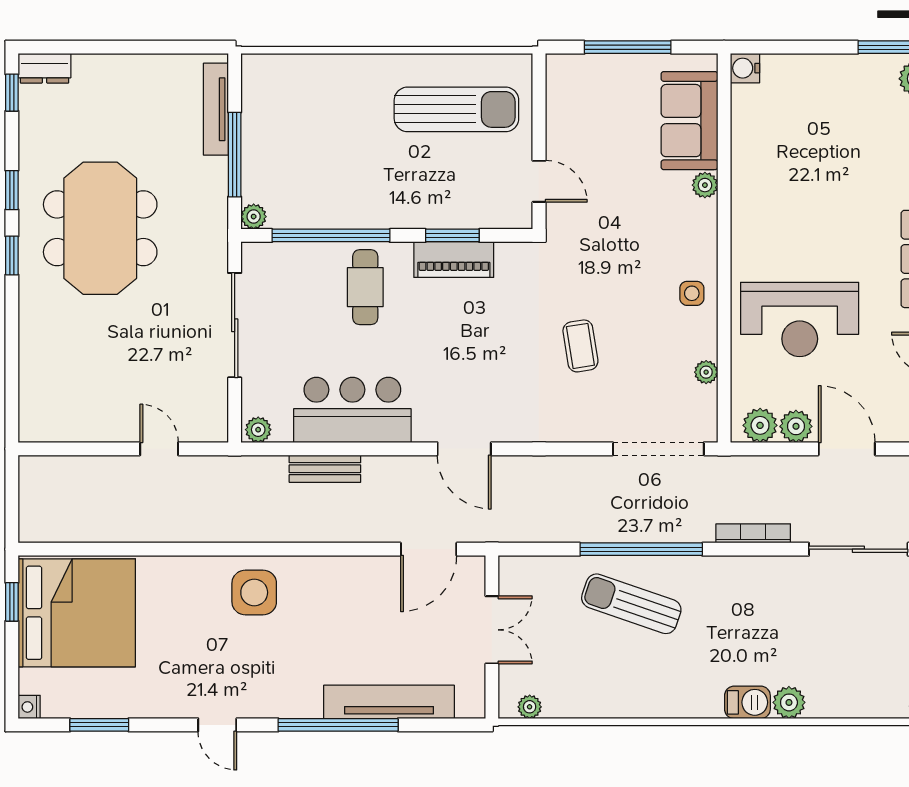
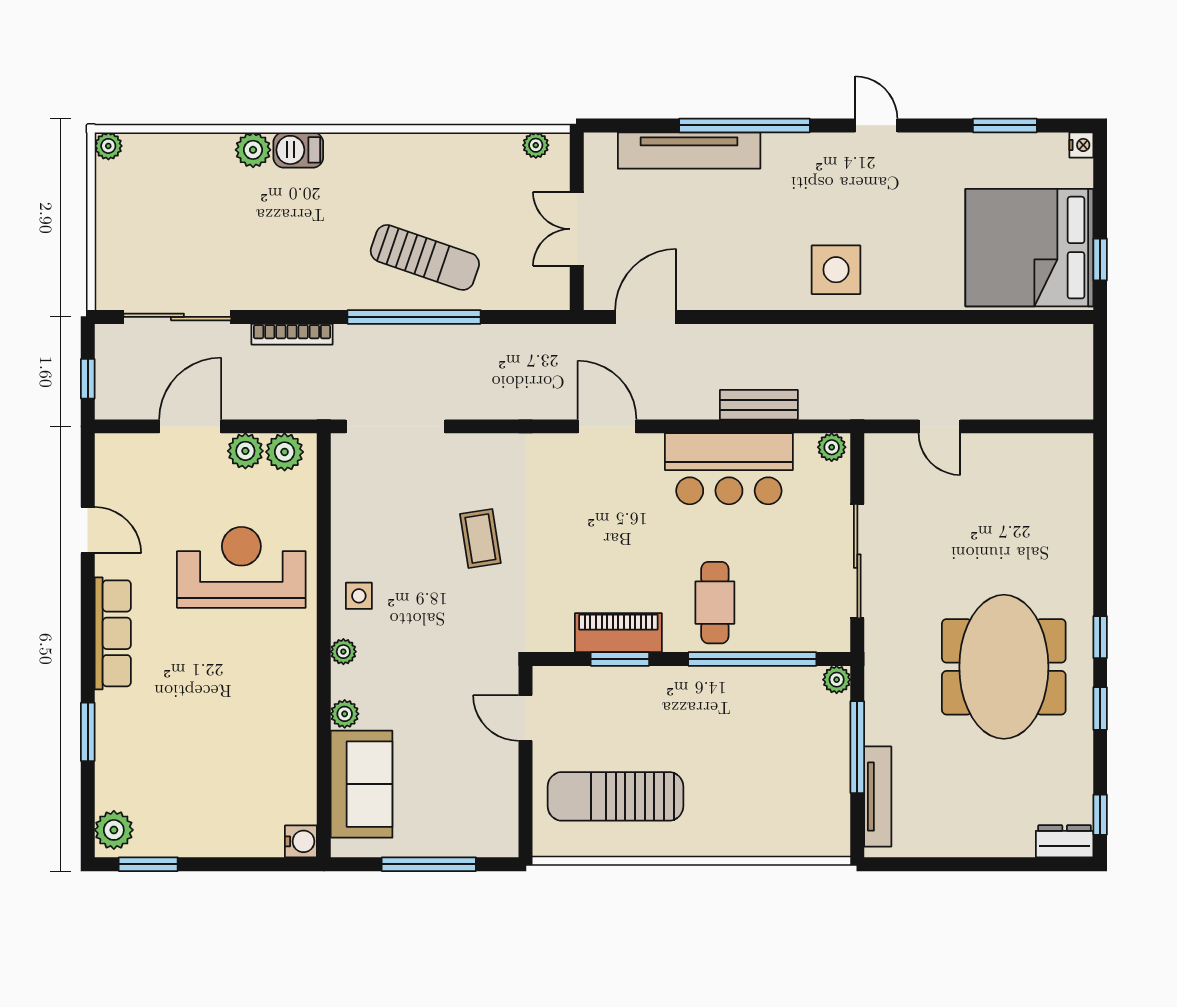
plant: (706, 372) -> (343, 652), moved
door: (847, 449) -> (190, 426), swing flipped

